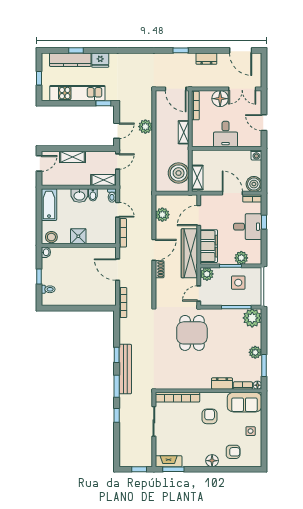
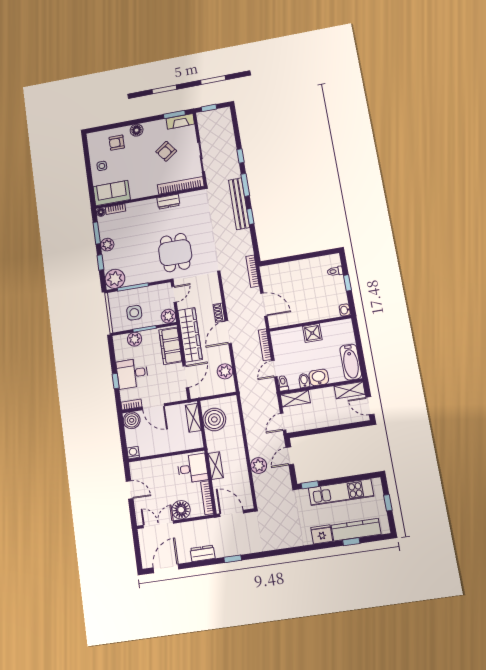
door: (241, 50) -> (166, 568), hinge flipped
desk: (226, 134) -> (193, 468), moved, turned 90
shelving: (72, 157) -> (350, 390), moved
door: (39, 163) -> (370, 406), hinge flipped
door: (118, 210) -> (274, 369), hinge flipped
stool: (51, 237) -> (342, 327), removed
window: (264, 336) -> (100, 262), added
dresser: (222, 383) -> (168, 202), moved
armchair: (210, 416) -> (166, 151), moved, turned 54

